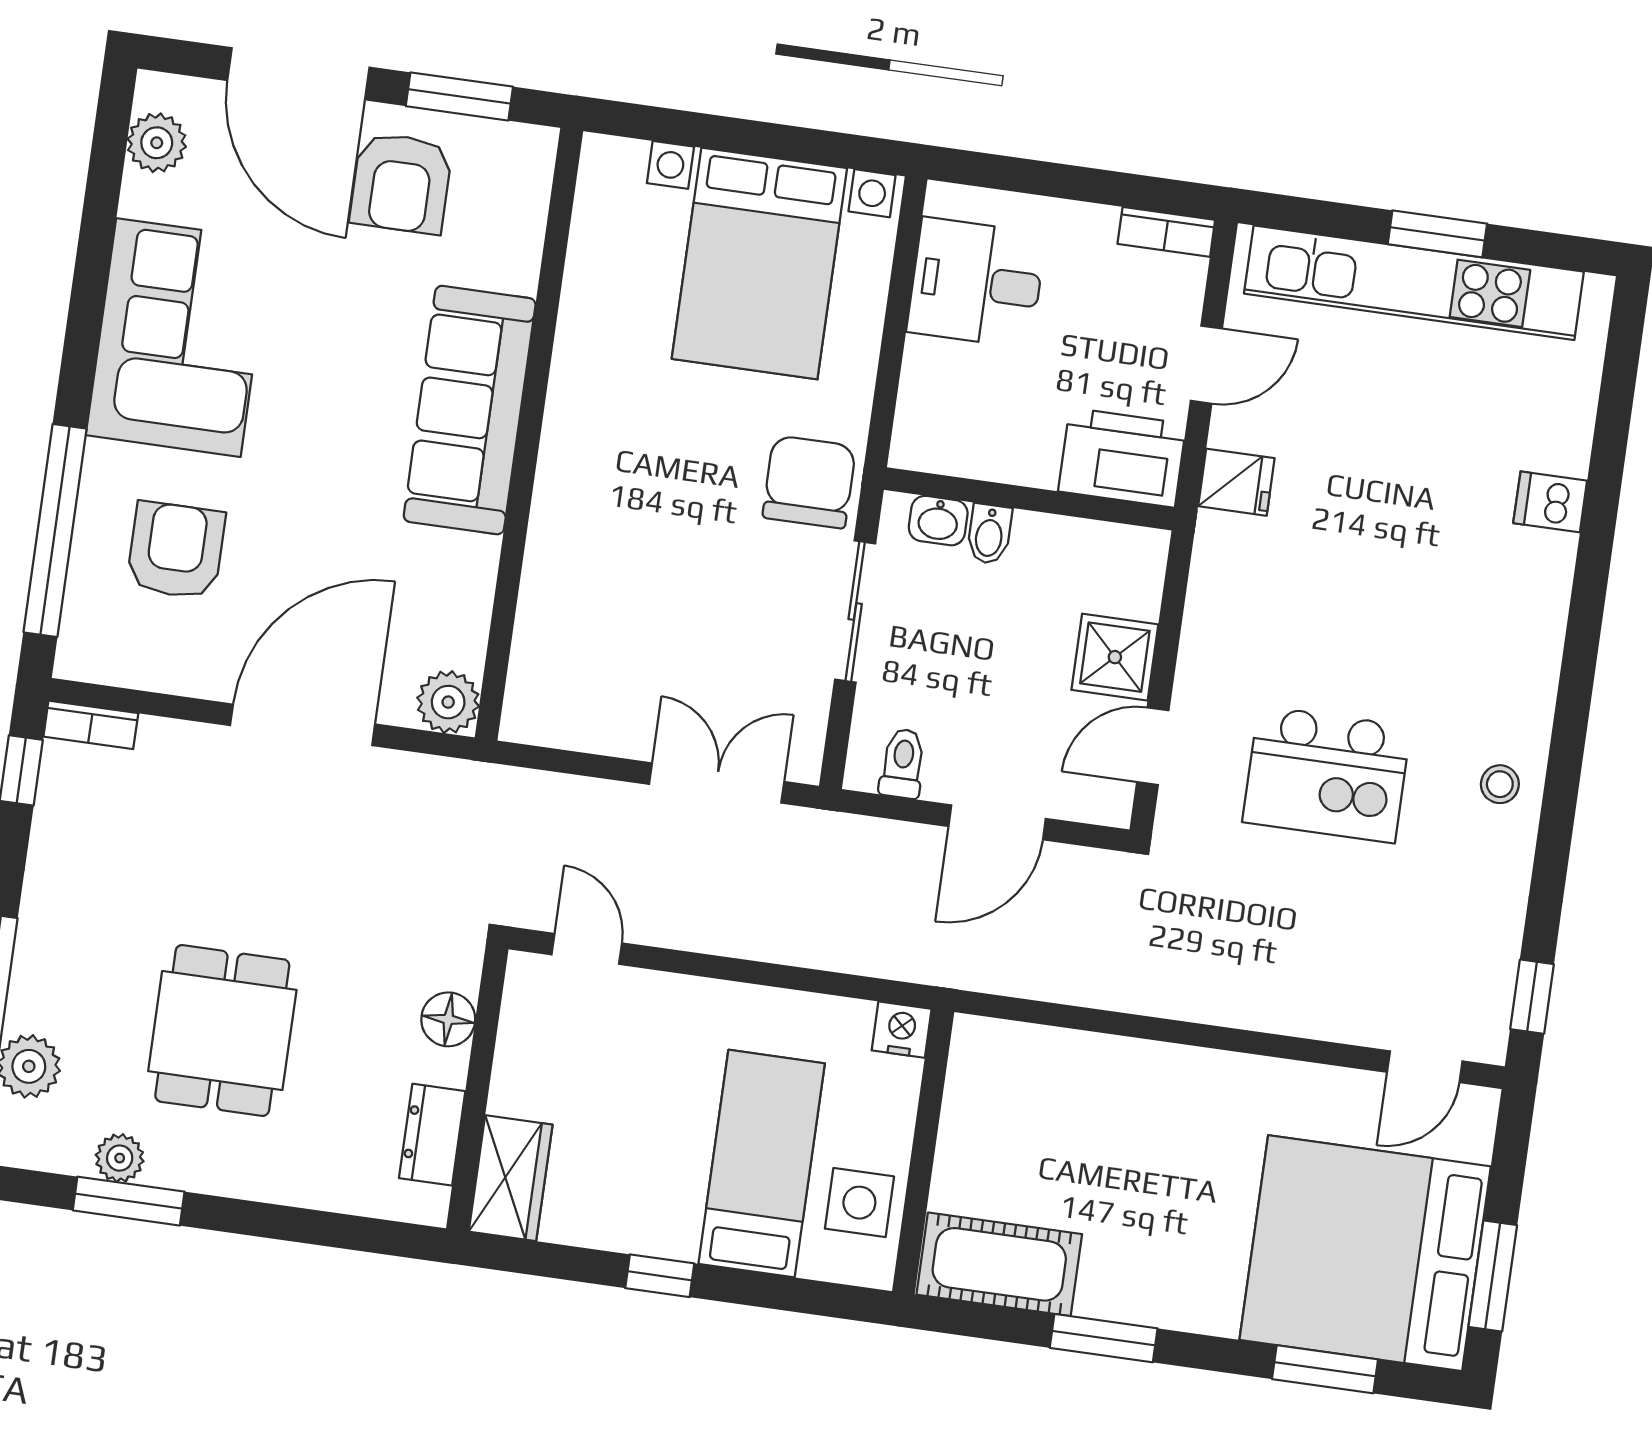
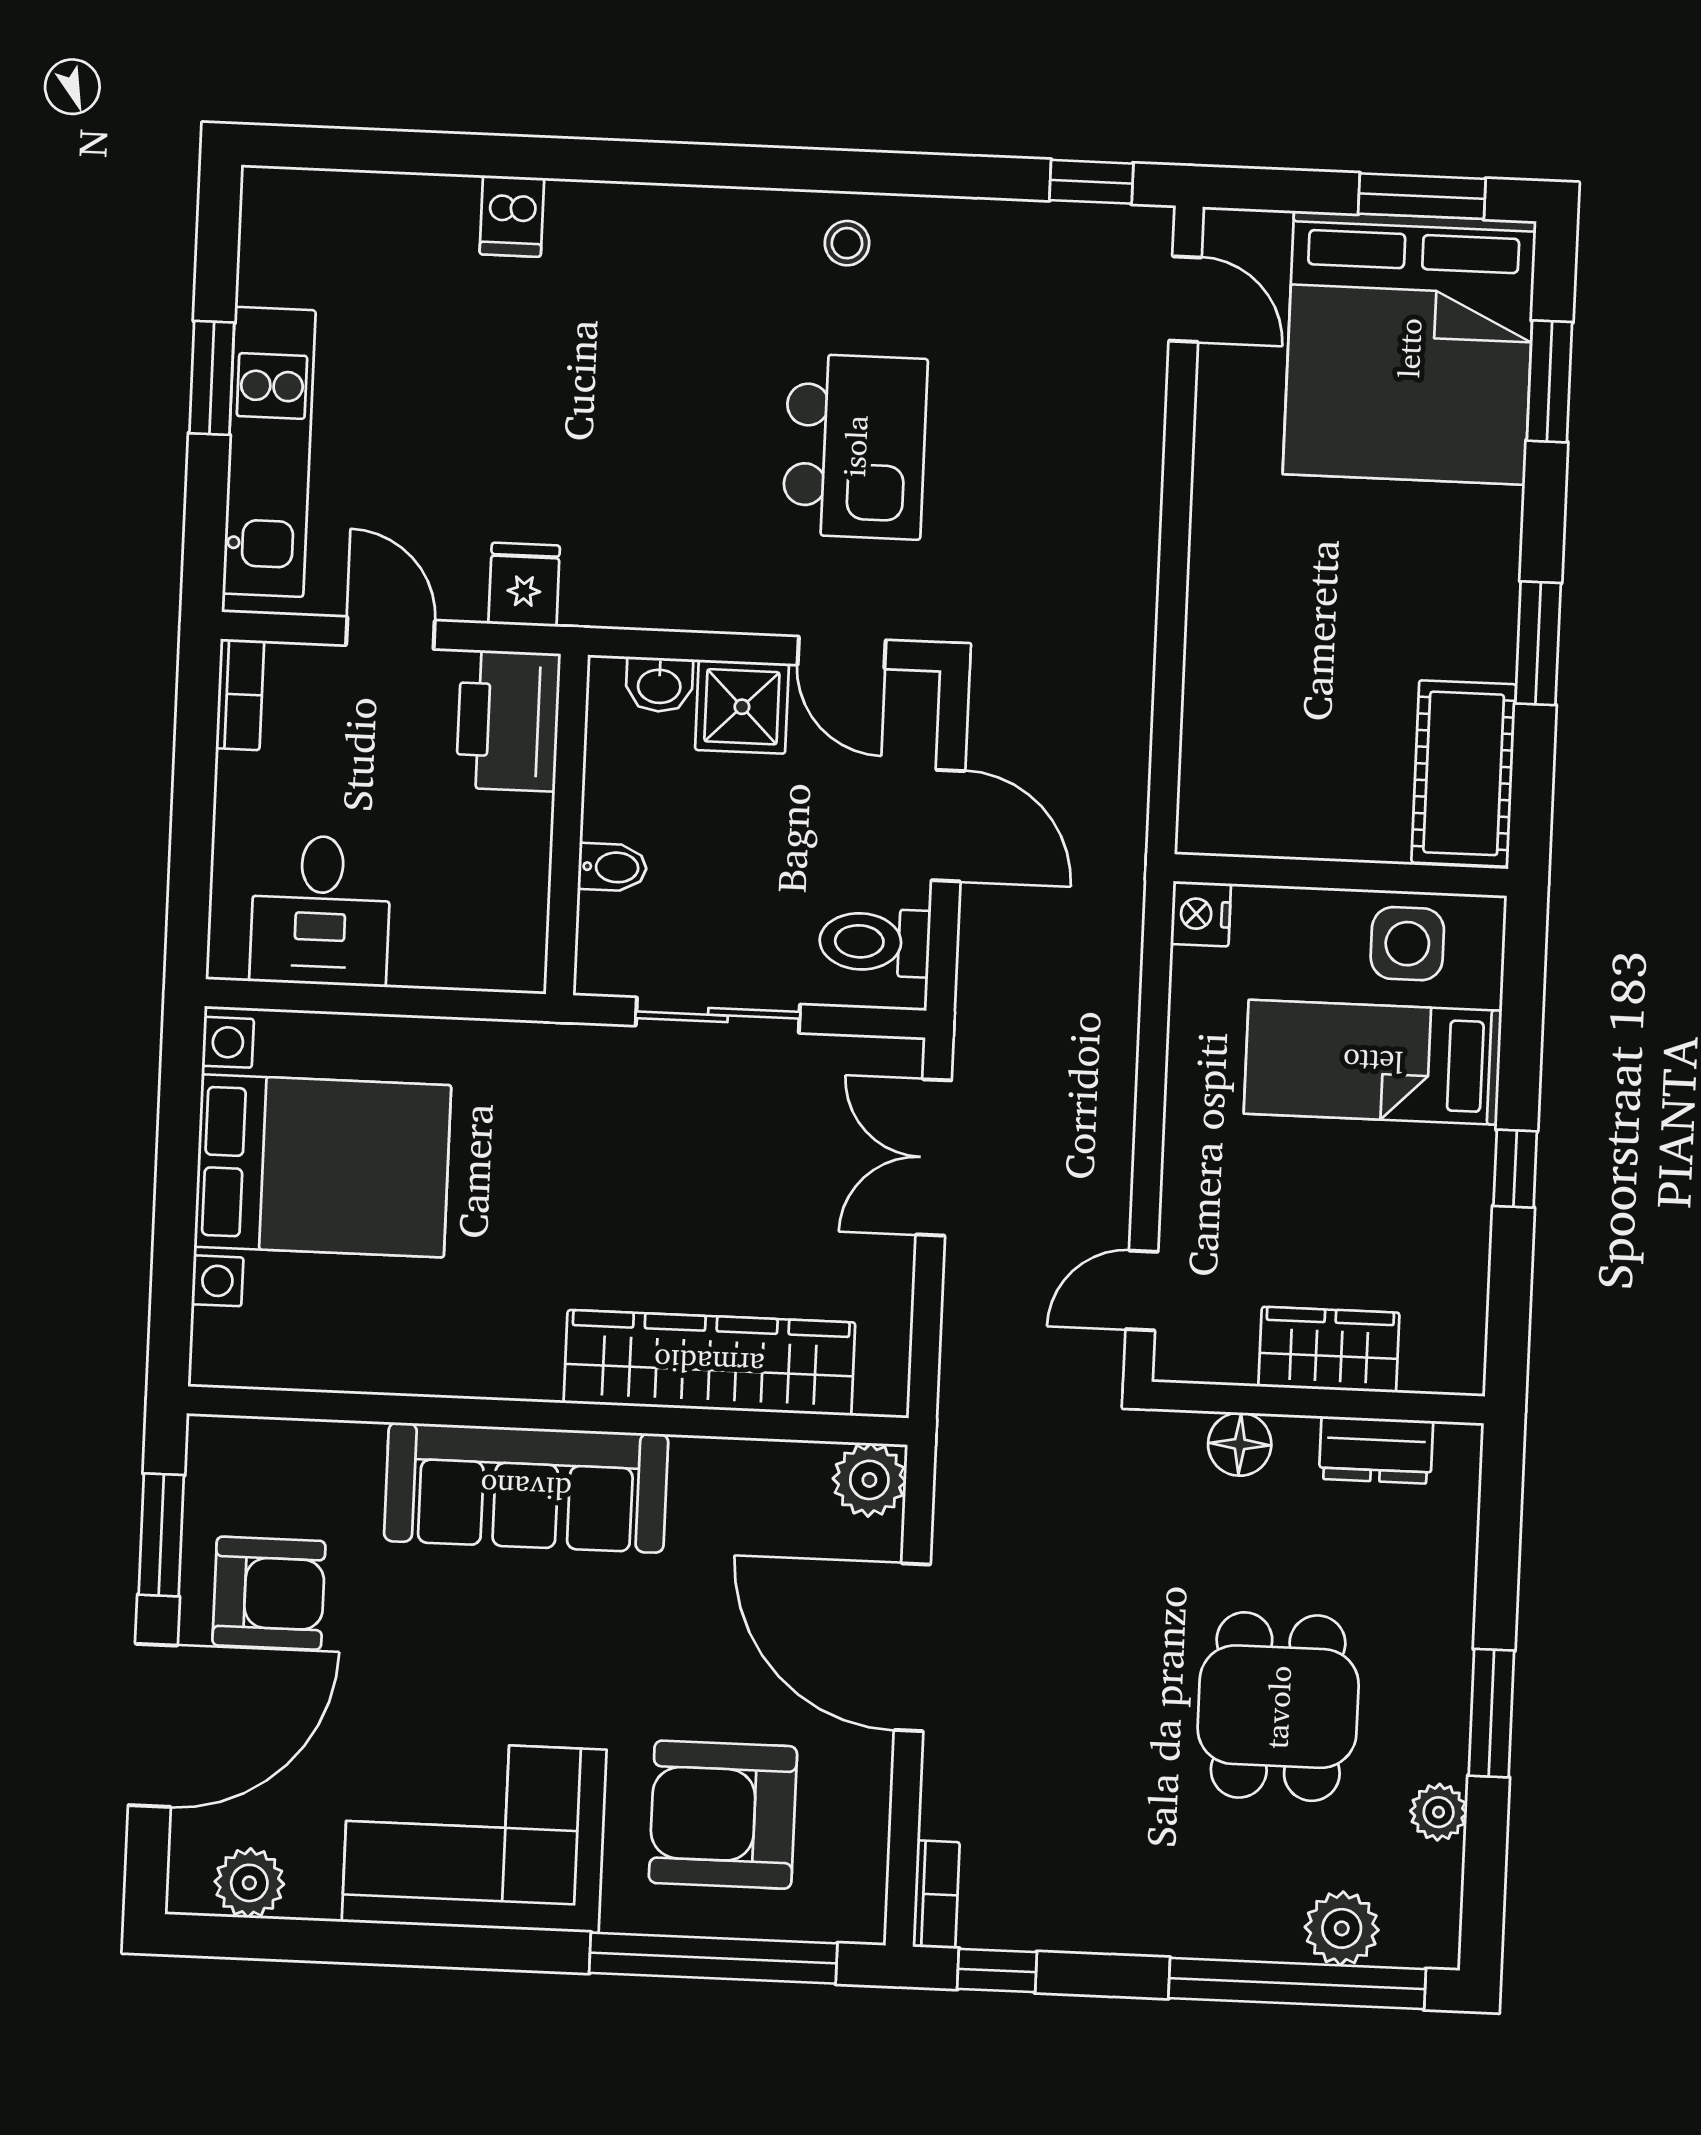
kitchen unit: (1414, 283) -> (269, 452), width x0.73
chair: (809, 482) -> (572, 1083), removed
washbasin: (938, 521) -> (659, 685), moved, turned 90
armchair: (176, 550) -> (723, 1815), width x1.36, depth x1.36
wardrobe: (561, 576) -> (709, 1363), added
toilet: (903, 763) -> (875, 942), width x1.37, depth x1.39
dining table: (222, 1031) -> (1278, 1707), turned 90
wardrobe: (511, 1178) -> (1329, 1350), moved
window: (129, 1201) -> (1491, 1713), moved

